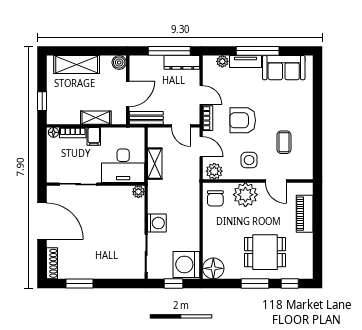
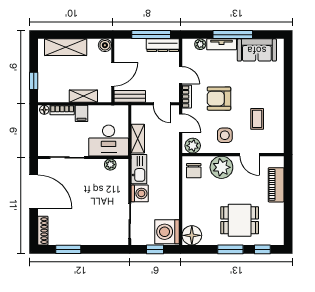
plant: (138, 192) -> (110, 165), moved
kitchen sink: (156, 197) -> (139, 169), added

